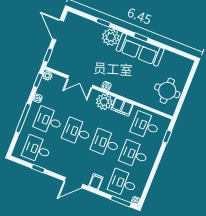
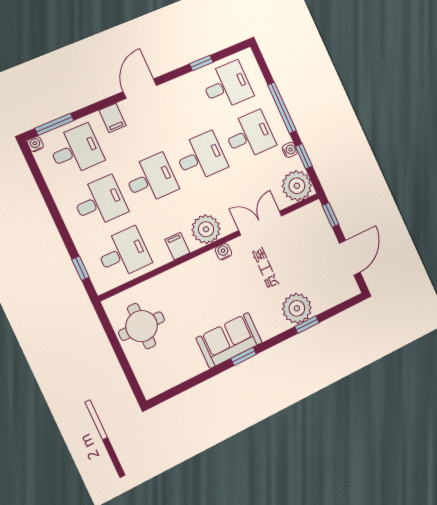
door: (58, 30) -> (350, 258), hinge flipped
plant: (111, 37) -> (297, 308), moved
sofa: (140, 50) -> (229, 340), width x0.73
plant: (47, 76) -> (297, 186), width x1.87, depth x1.87
window: (38, 80) -> (304, 156), moved
filing cabinet: (122, 107) -> (177, 246), width x0.50

